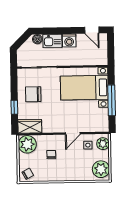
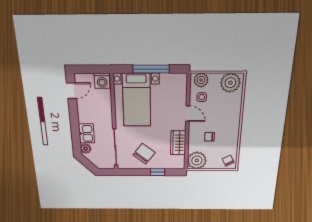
washing machine: (69, 41) -> (102, 81), moved, turned 90
chair: (33, 94) -> (144, 154), turned -142
wardrobe: (30, 126) -> (178, 143), moved

